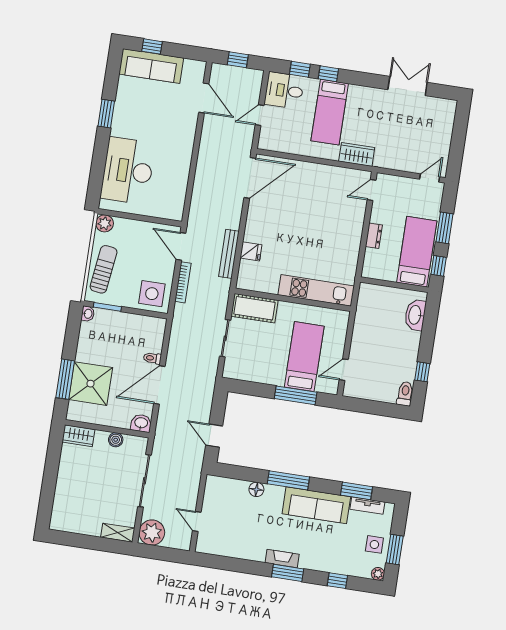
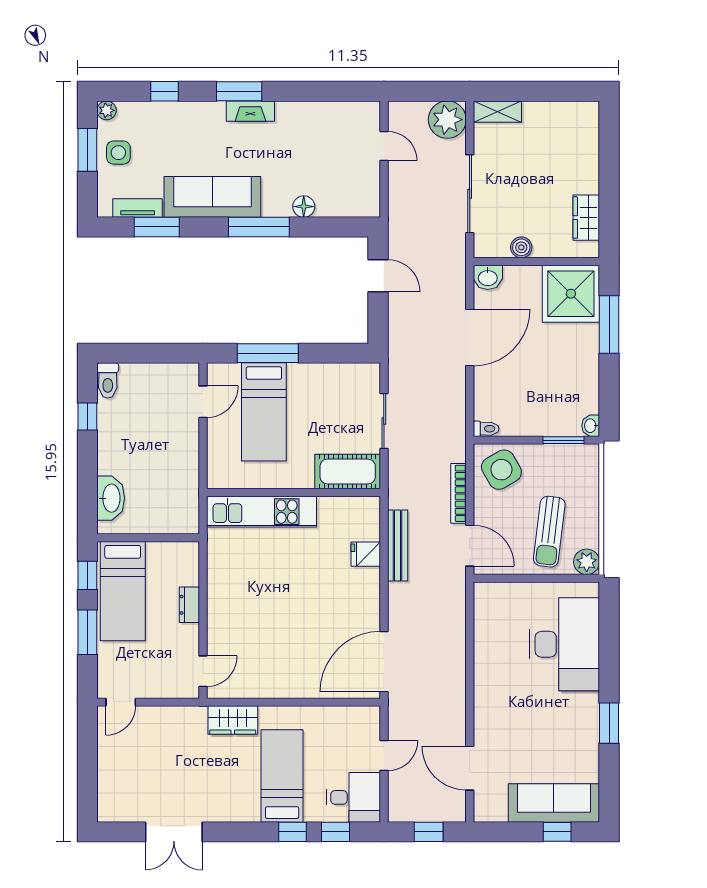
sun lounger: (104, 269) -> (549, 532), moved
side table: (152, 294) -> (501, 470), turned -30
toilet: (152, 358) -> (486, 429), moved
shower: (91, 384) -> (571, 294), moved
wardrobe: (78, 436) -> (586, 218), moved, turned -90

